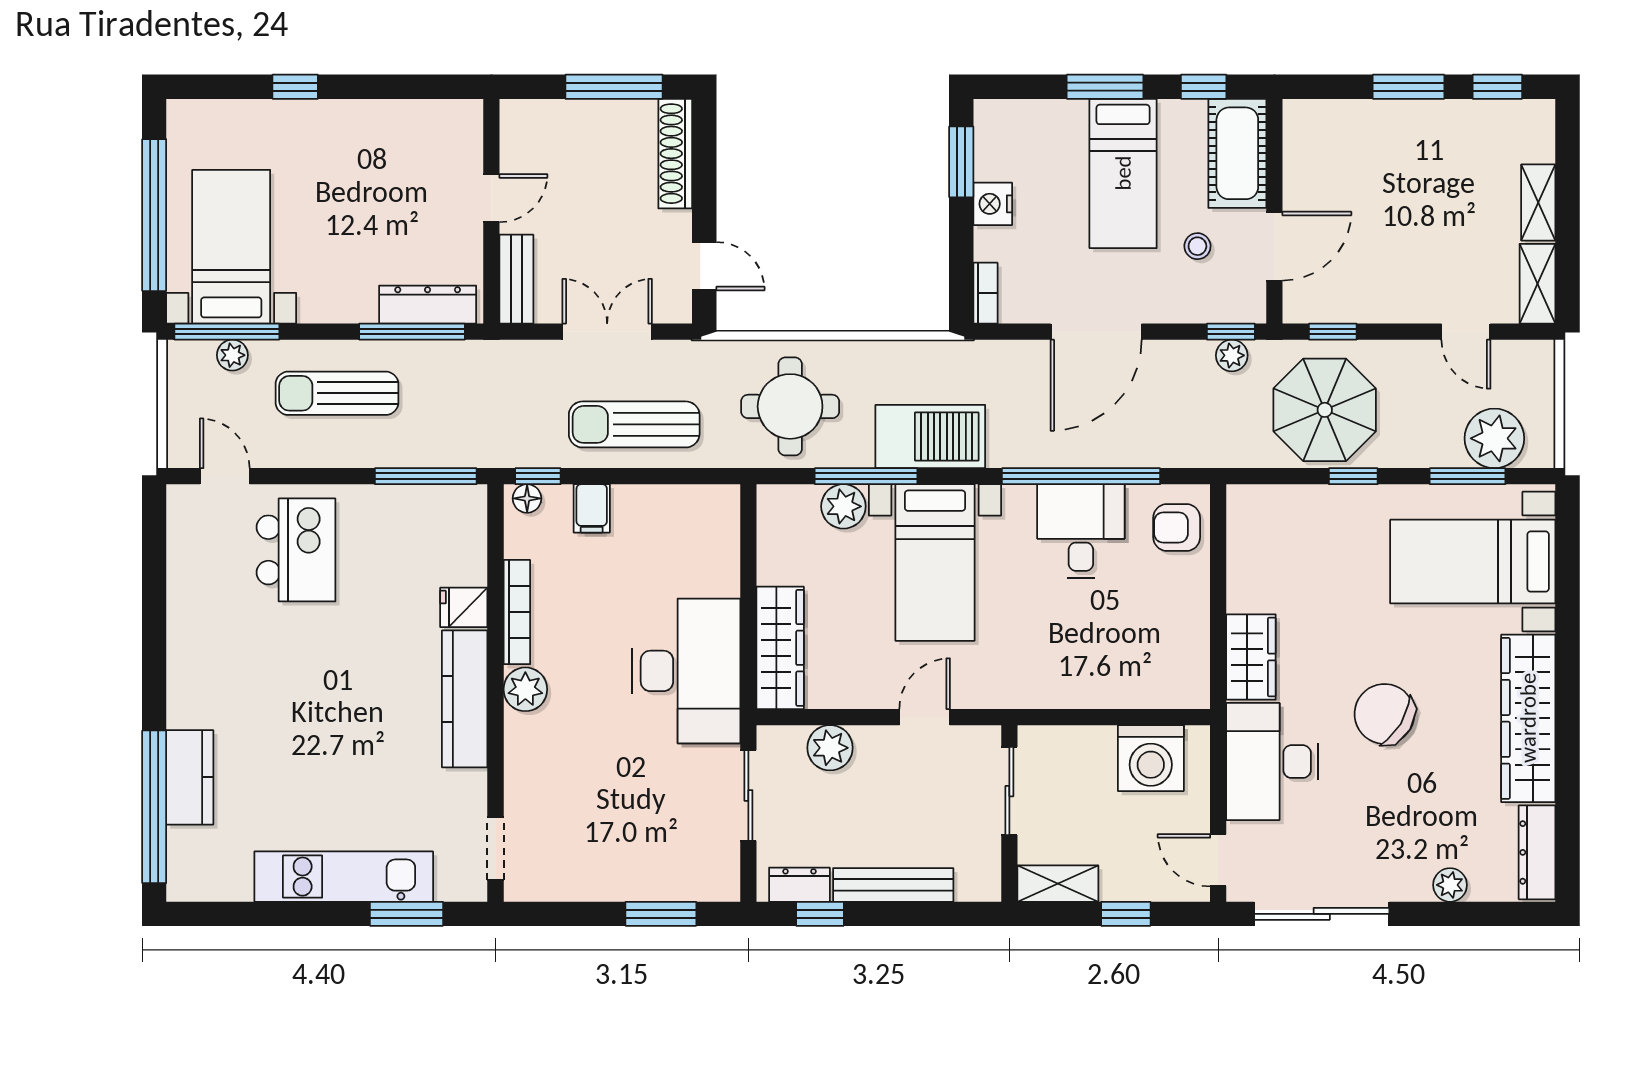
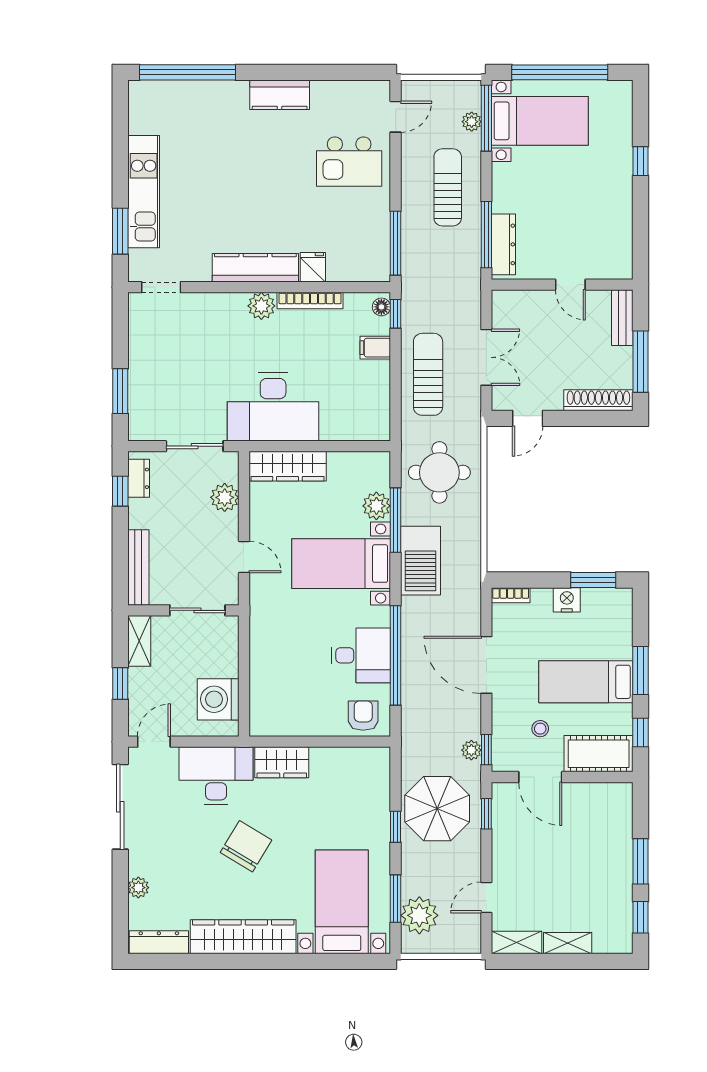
bench: (516, 279) -> (622, 318), moved, turned 90
kitchen counter: (190, 777) -> (280, 95), moved
bench: (893, 885) -> (138, 567), moved

